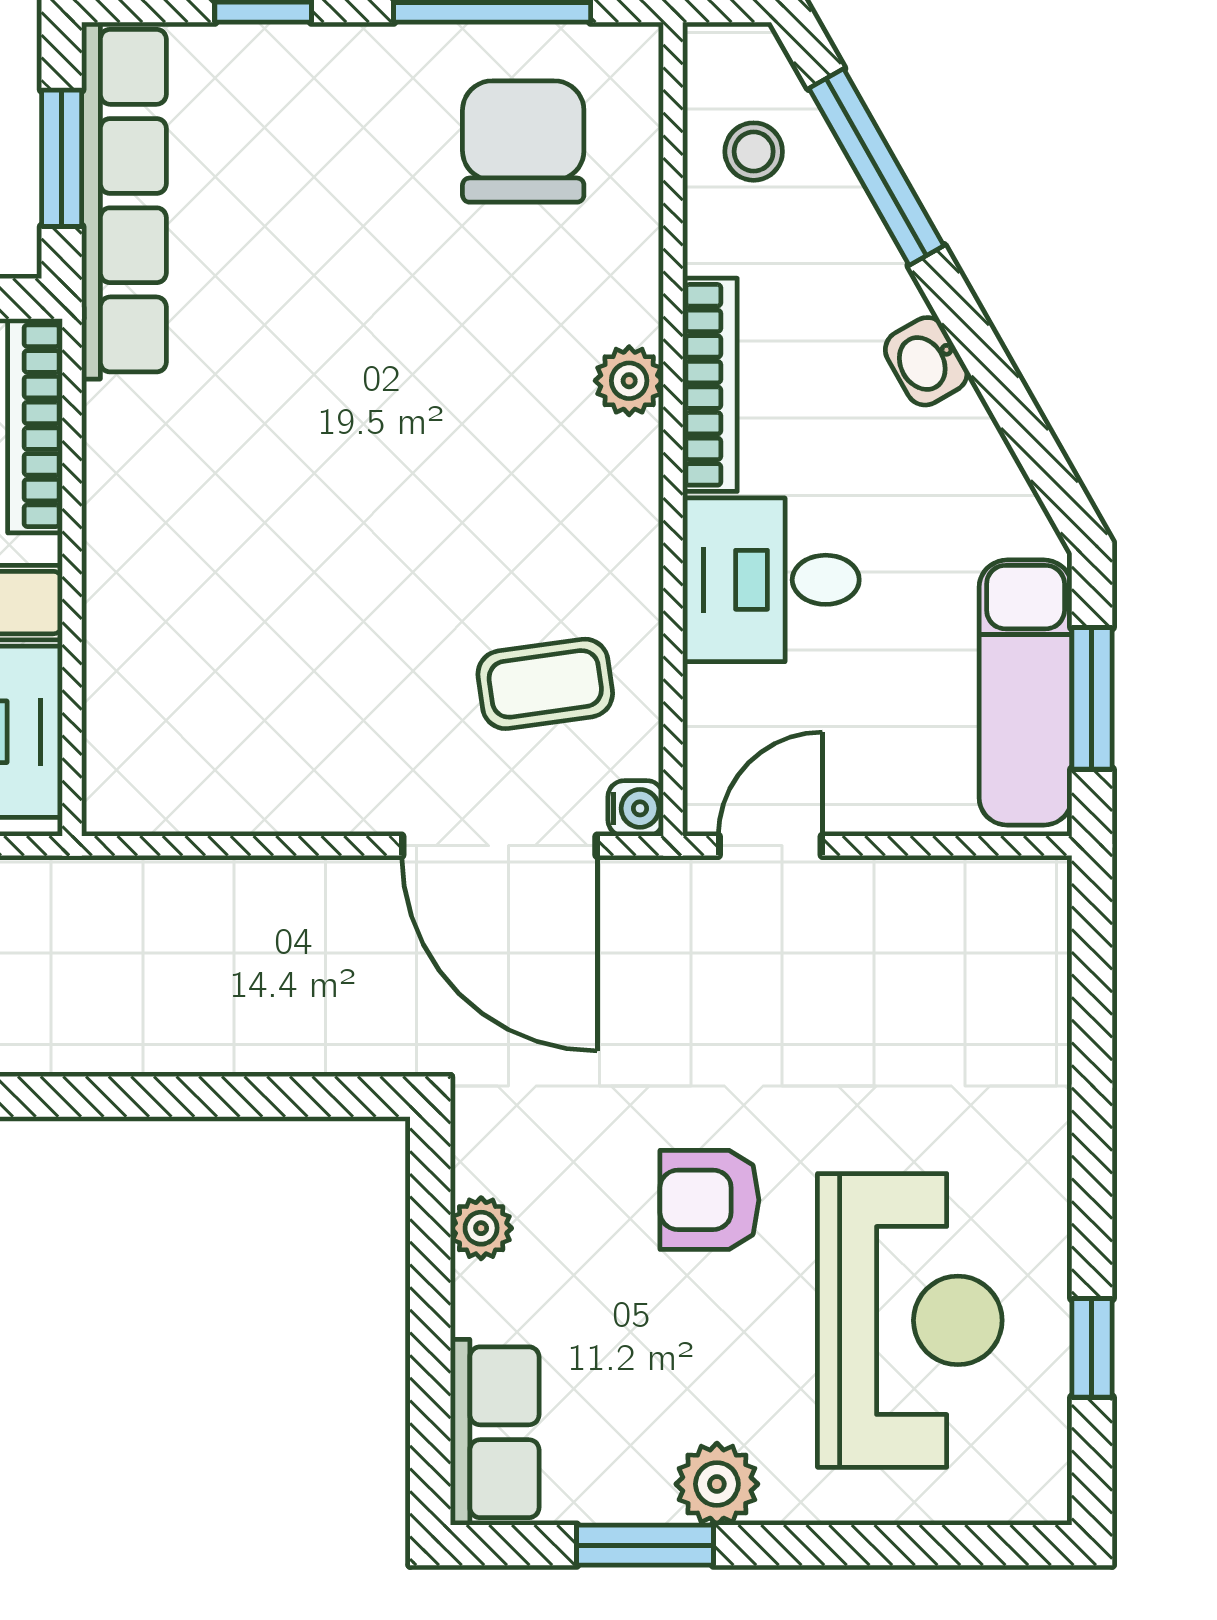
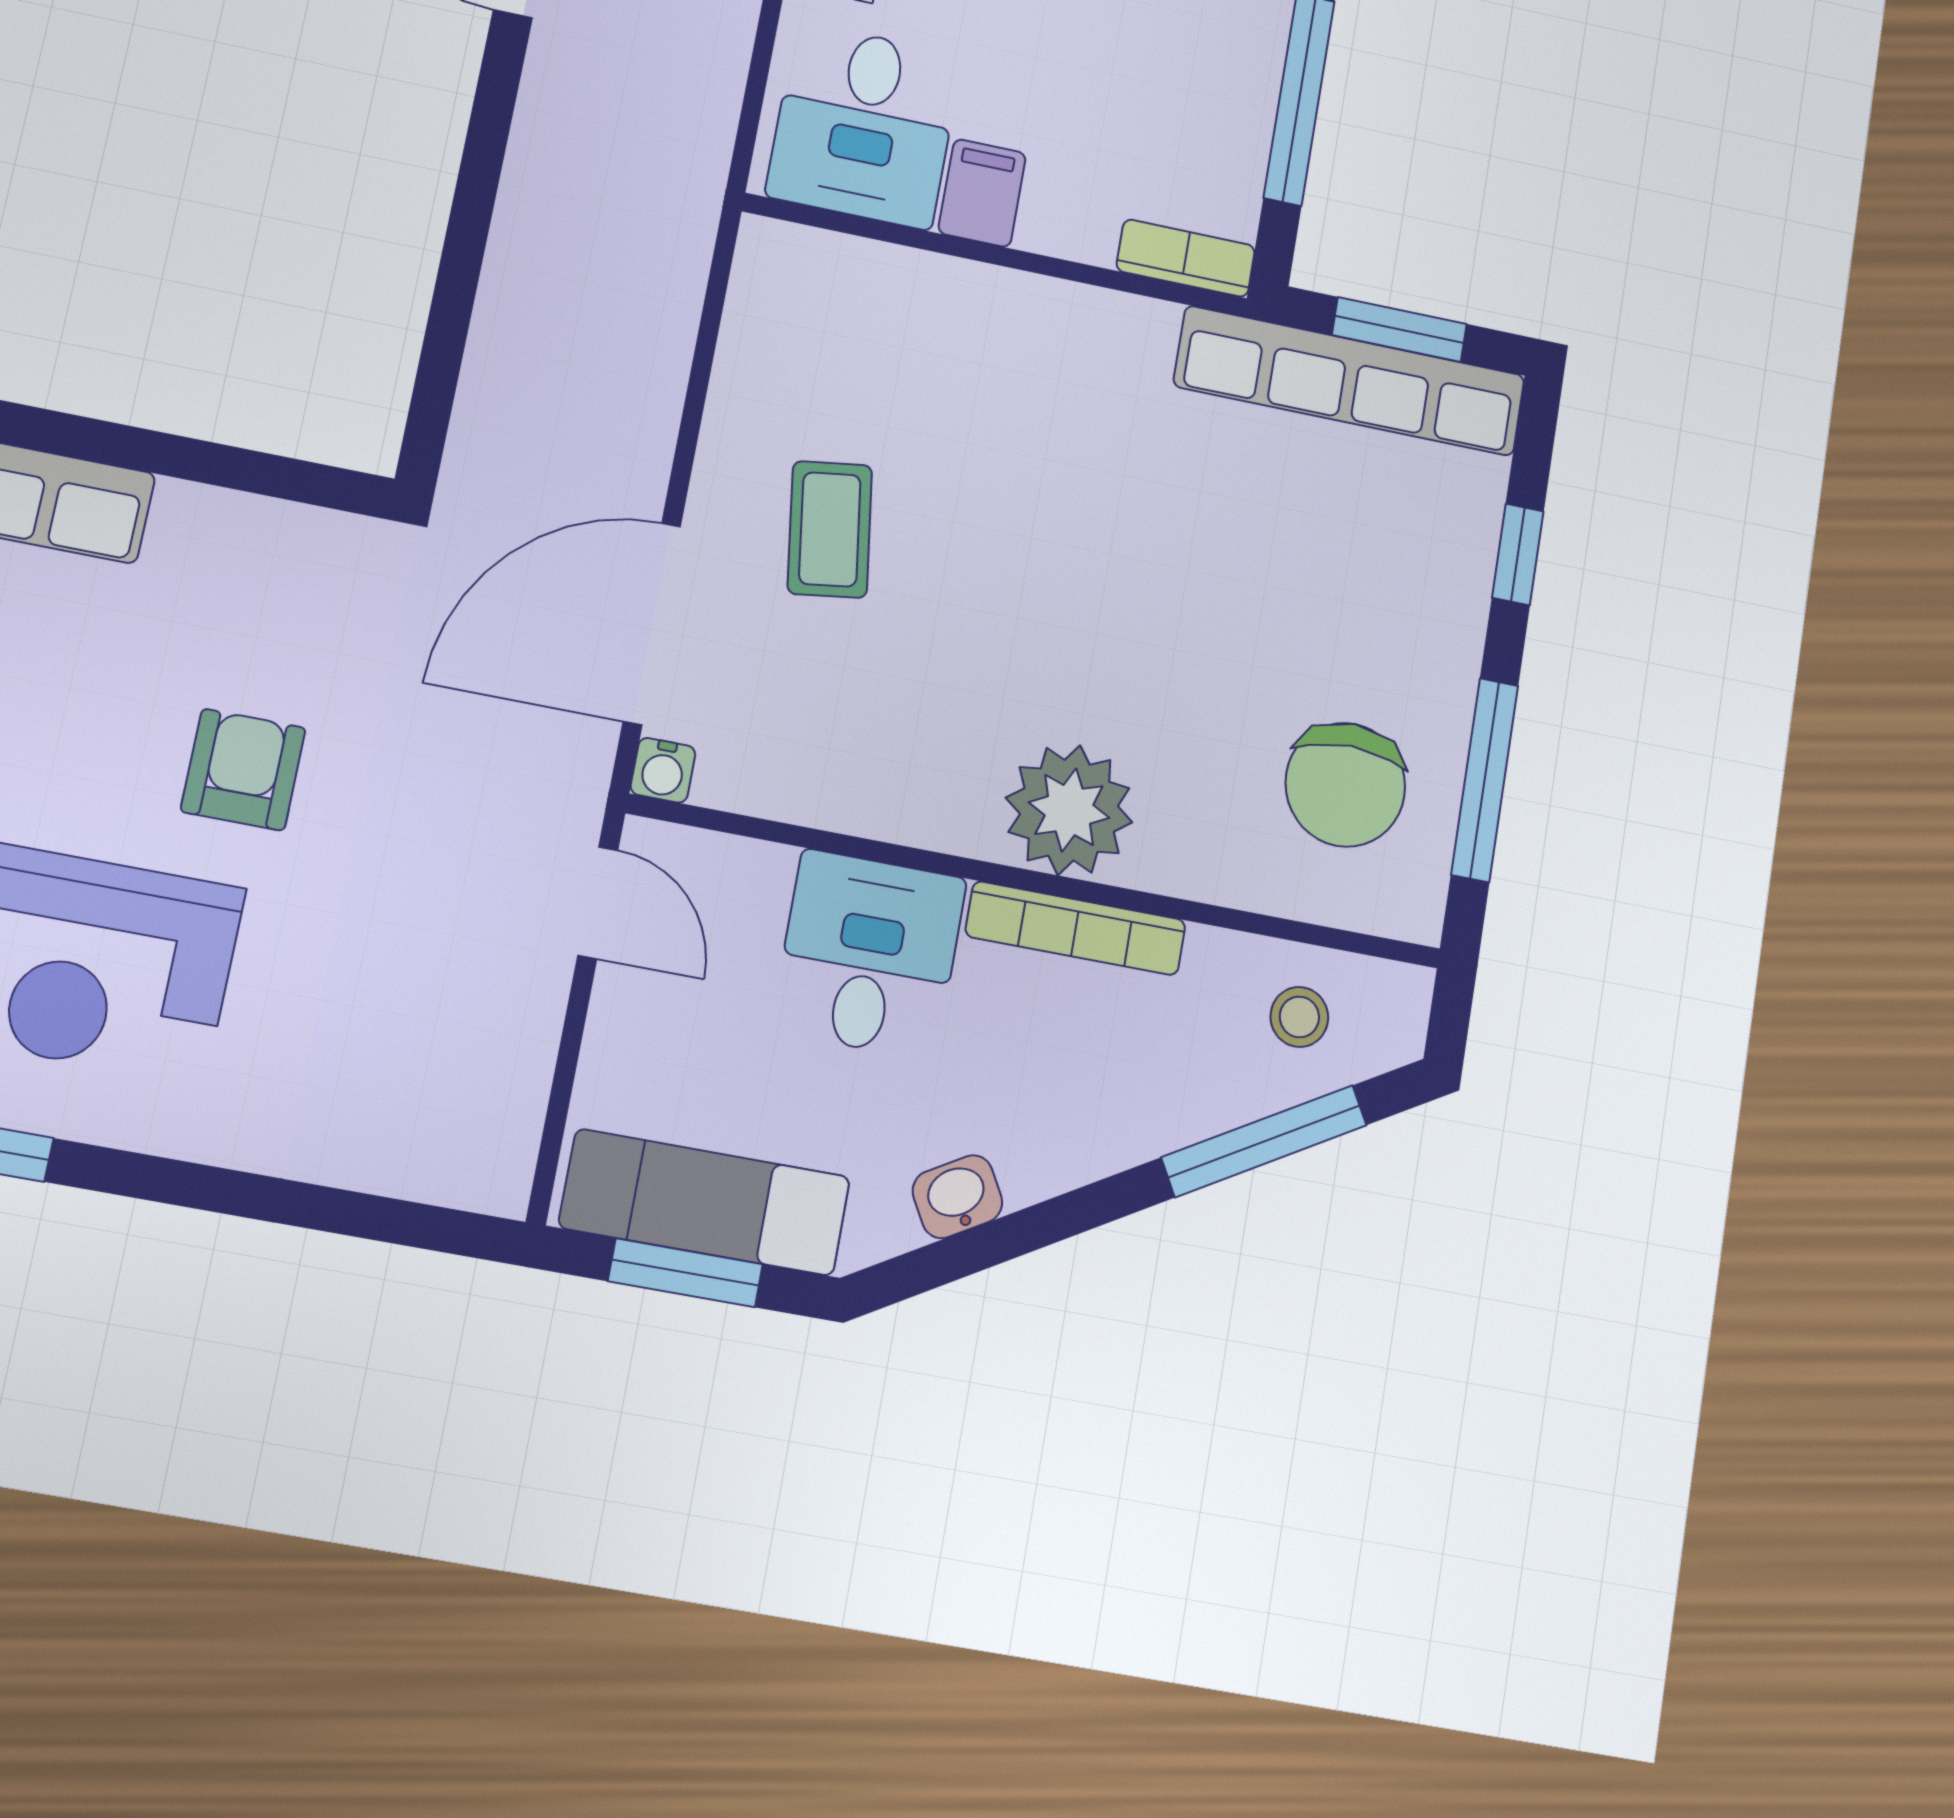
chair: (523, 141) -> (1345, 785), turned 90
washbasin: (926, 361) -> (957, 1197), moved
plant: (629, 381) -> (1069, 810), width x1.87, depth x1.87
bookcase: (35, 426) -> (1186, 258), width x0.64
coffee table: (545, 684) -> (830, 529), moved
plant: (481, 1228) -> (264, 528), removed

